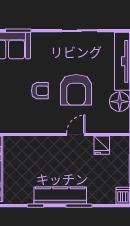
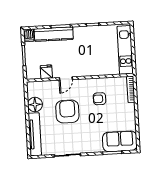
armchair: (40, 91) -> (100, 99), moved
kitchen counter: (60, 196) -> (54, 34), moved

